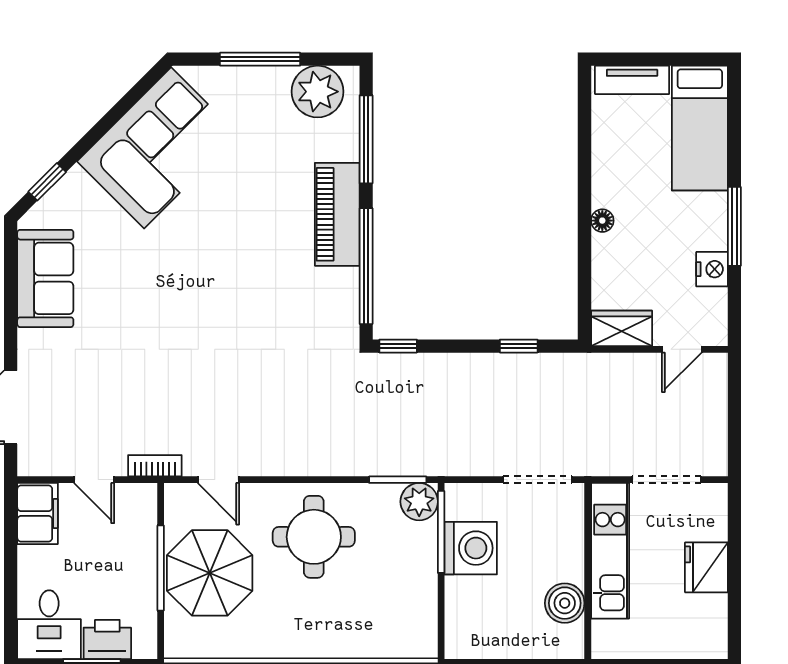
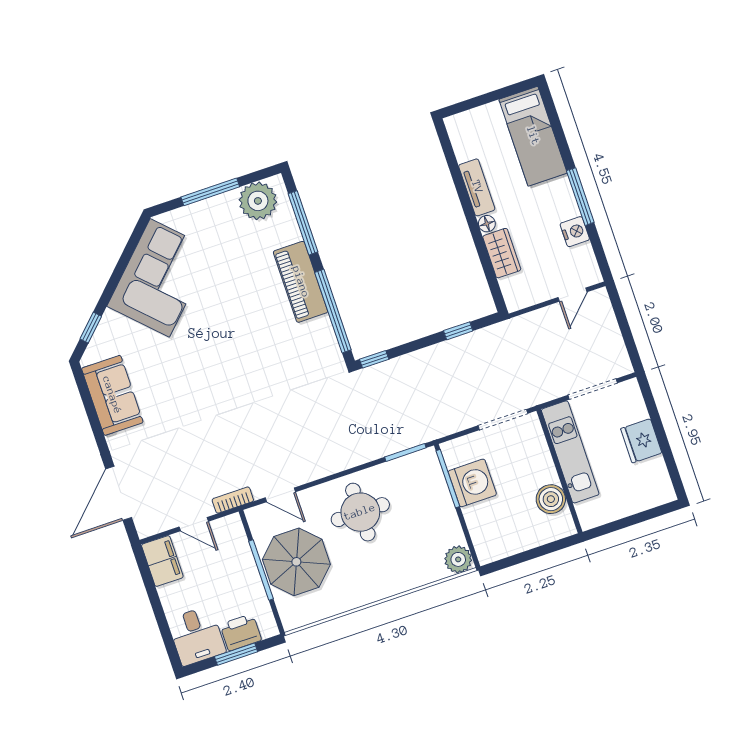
tv unit: (632, 80) -> (477, 187), moved, turned -90
wardrobe: (622, 328) -> (502, 253), moved, turned 90
plant: (419, 502) -> (458, 559), moved

